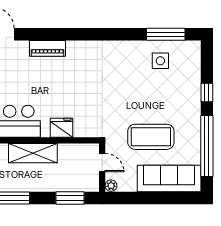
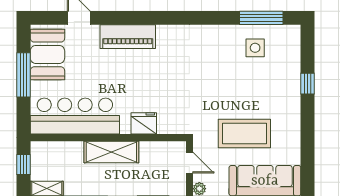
piano: (47, 48) -> (128, 37), width x1.37, depth x1.33
window: (207, 146) -> (308, 144), removed

